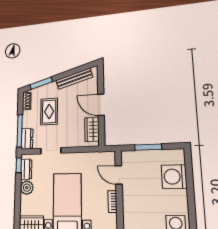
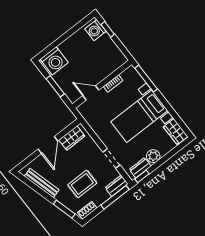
door: (119, 175) -> (91, 93), swing flipped
washing machine: (174, 177) -> (54, 61), moved

